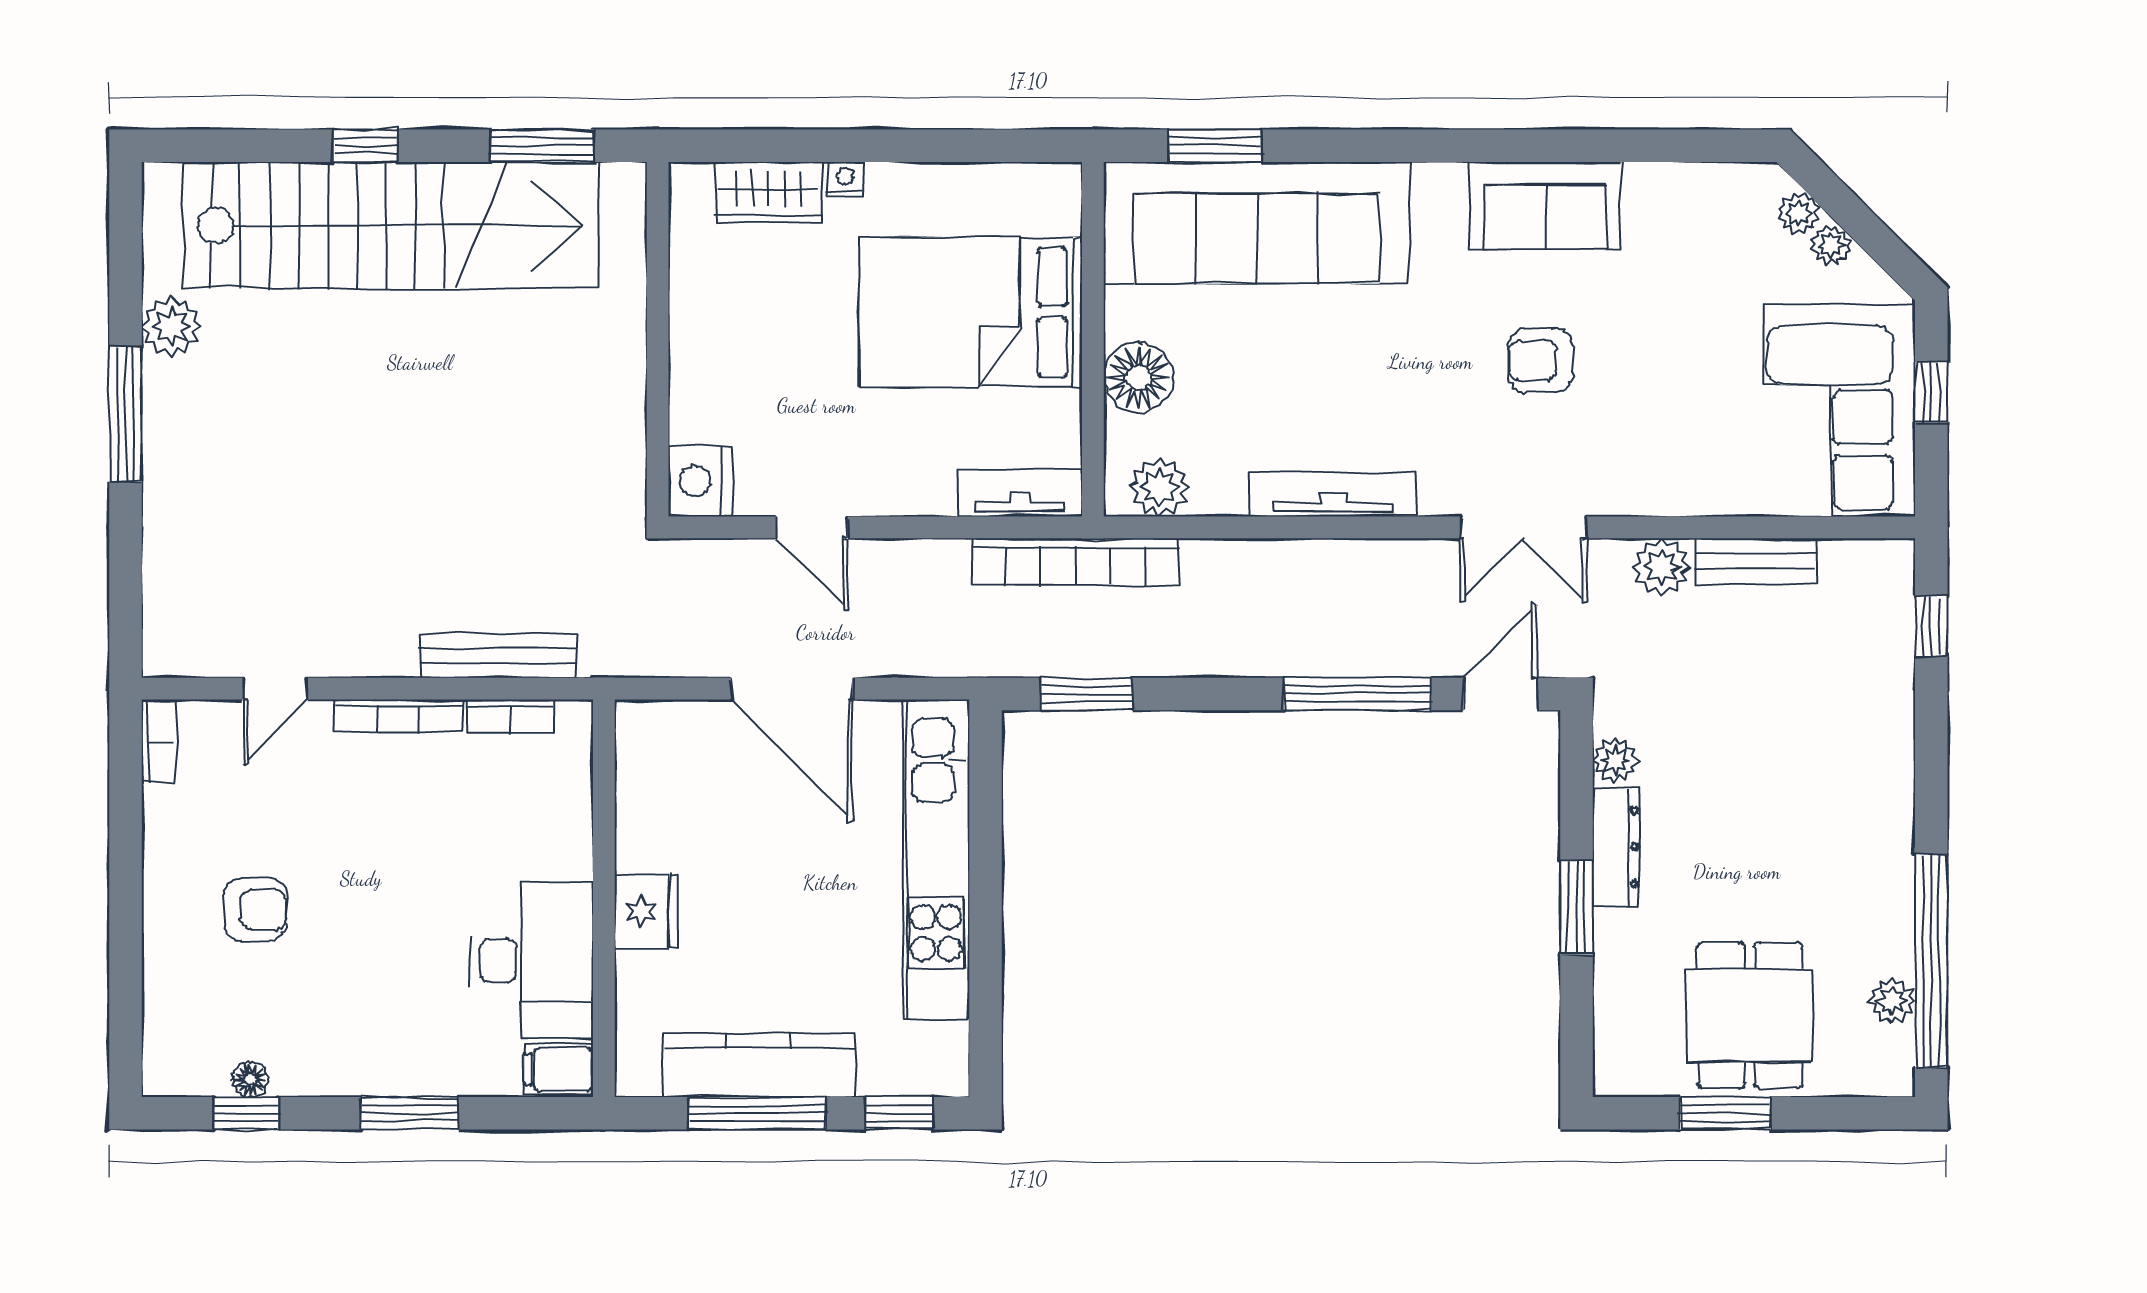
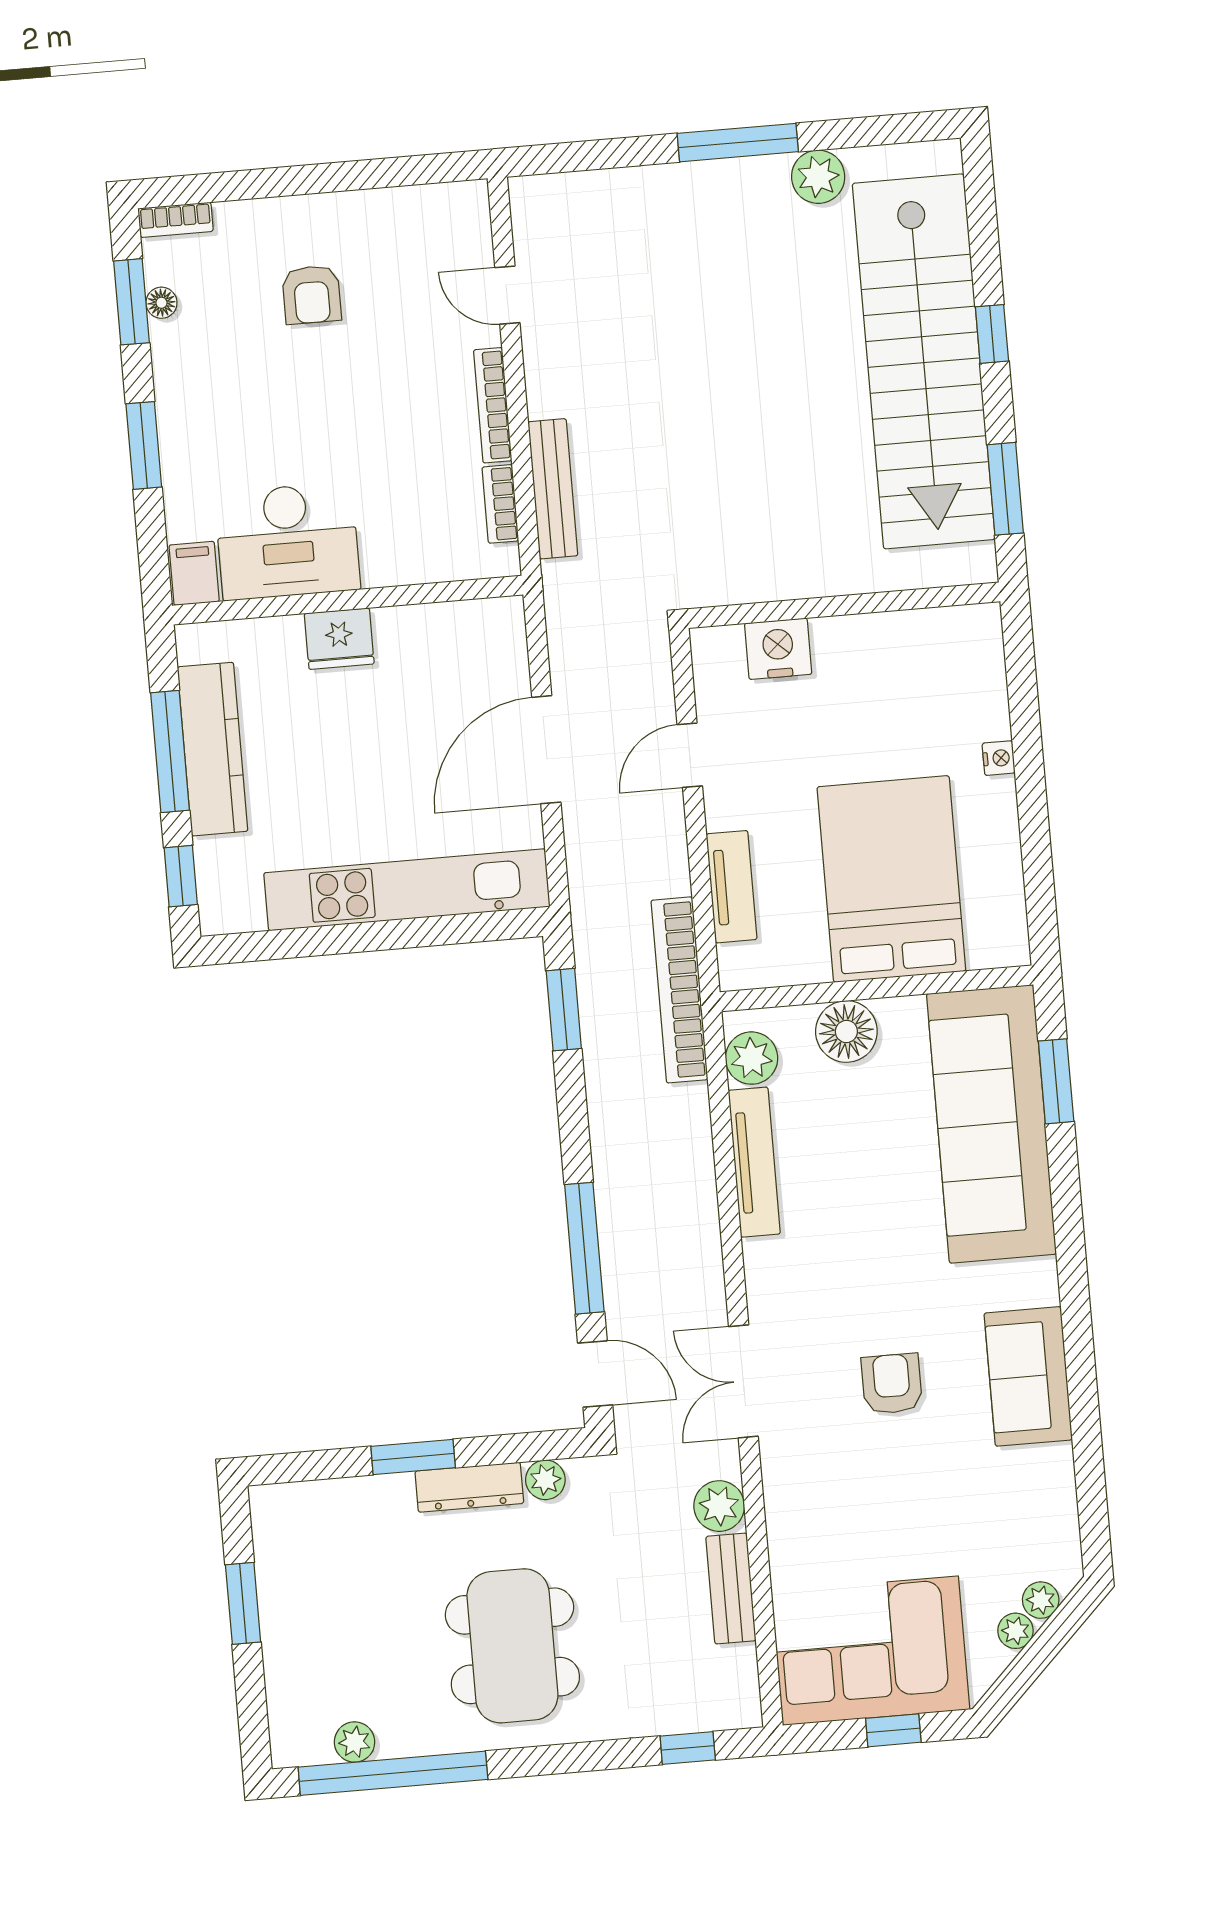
wardrobe: (768, 193) -> (981, 692), removed
nightstand: (700, 481) -> (778, 649), moved
tv unit: (1020, 493) -> (732, 887), moved
tv unit: (1333, 494) -> (754, 1162), moved
bookcase: (158, 741) -> (176, 220), moved
dining table: (1749, 1016) -> (512, 1646), moved, width x1.38
window: (246, 1113) -> (131, 302), width x1.50

